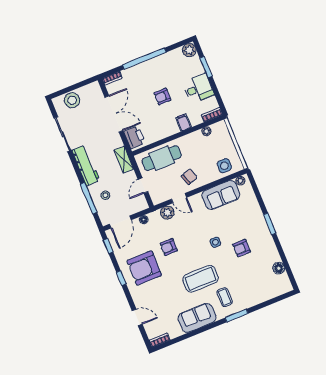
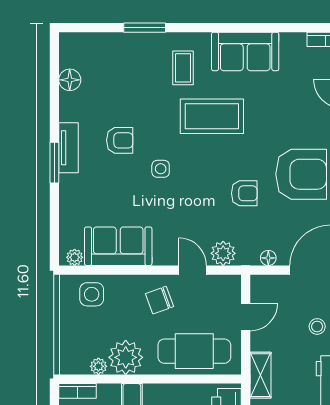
plant: (195, 141) -> (126, 357), added
tv unit: (266, 234) -> (68, 148), added
window: (237, 316) -> (145, 28), moved

